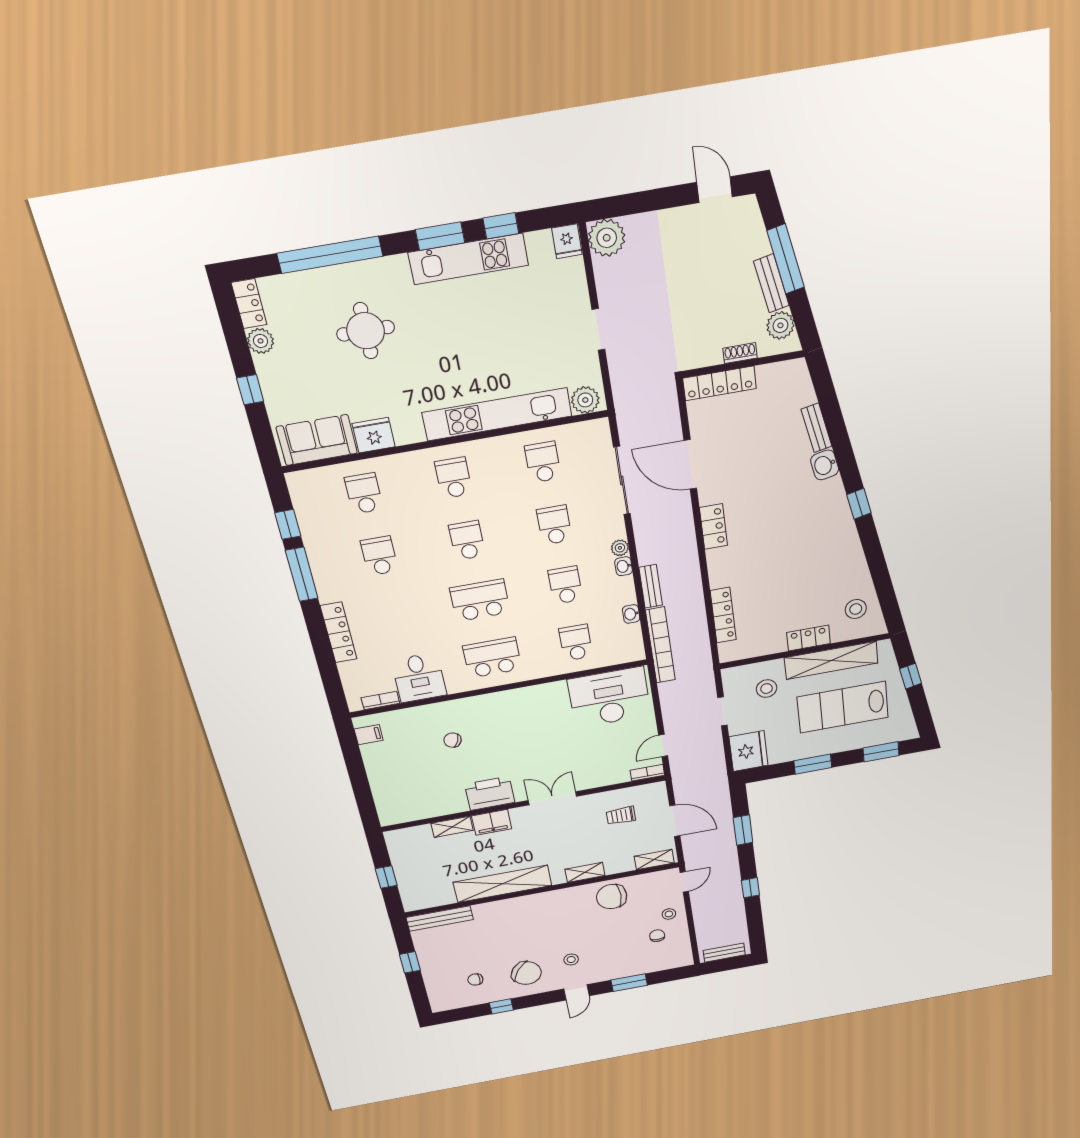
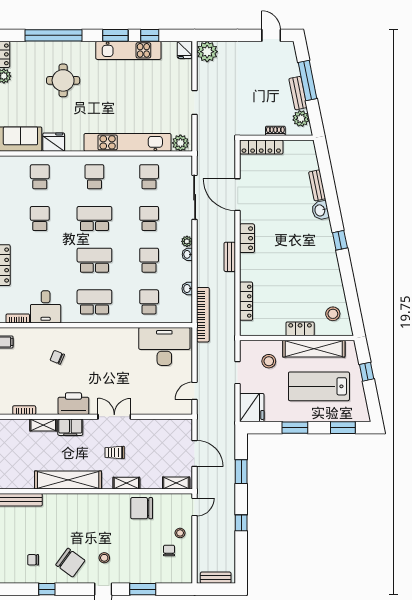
school desk: (467, 540) -> (94, 219), width x1.85
bench: (651, 586) -> (230, 257), moved
bookcase: (647, 773) -> (24, 410), moved
trolley: (621, 816) -> (115, 453), moved

